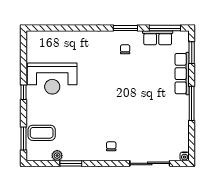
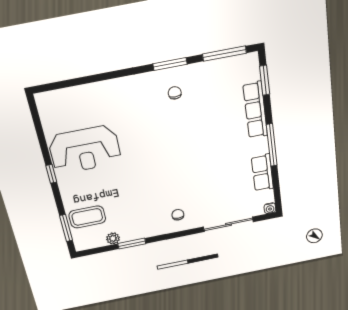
row of seats: (158, 38) -> (262, 173), moved, turned 90

